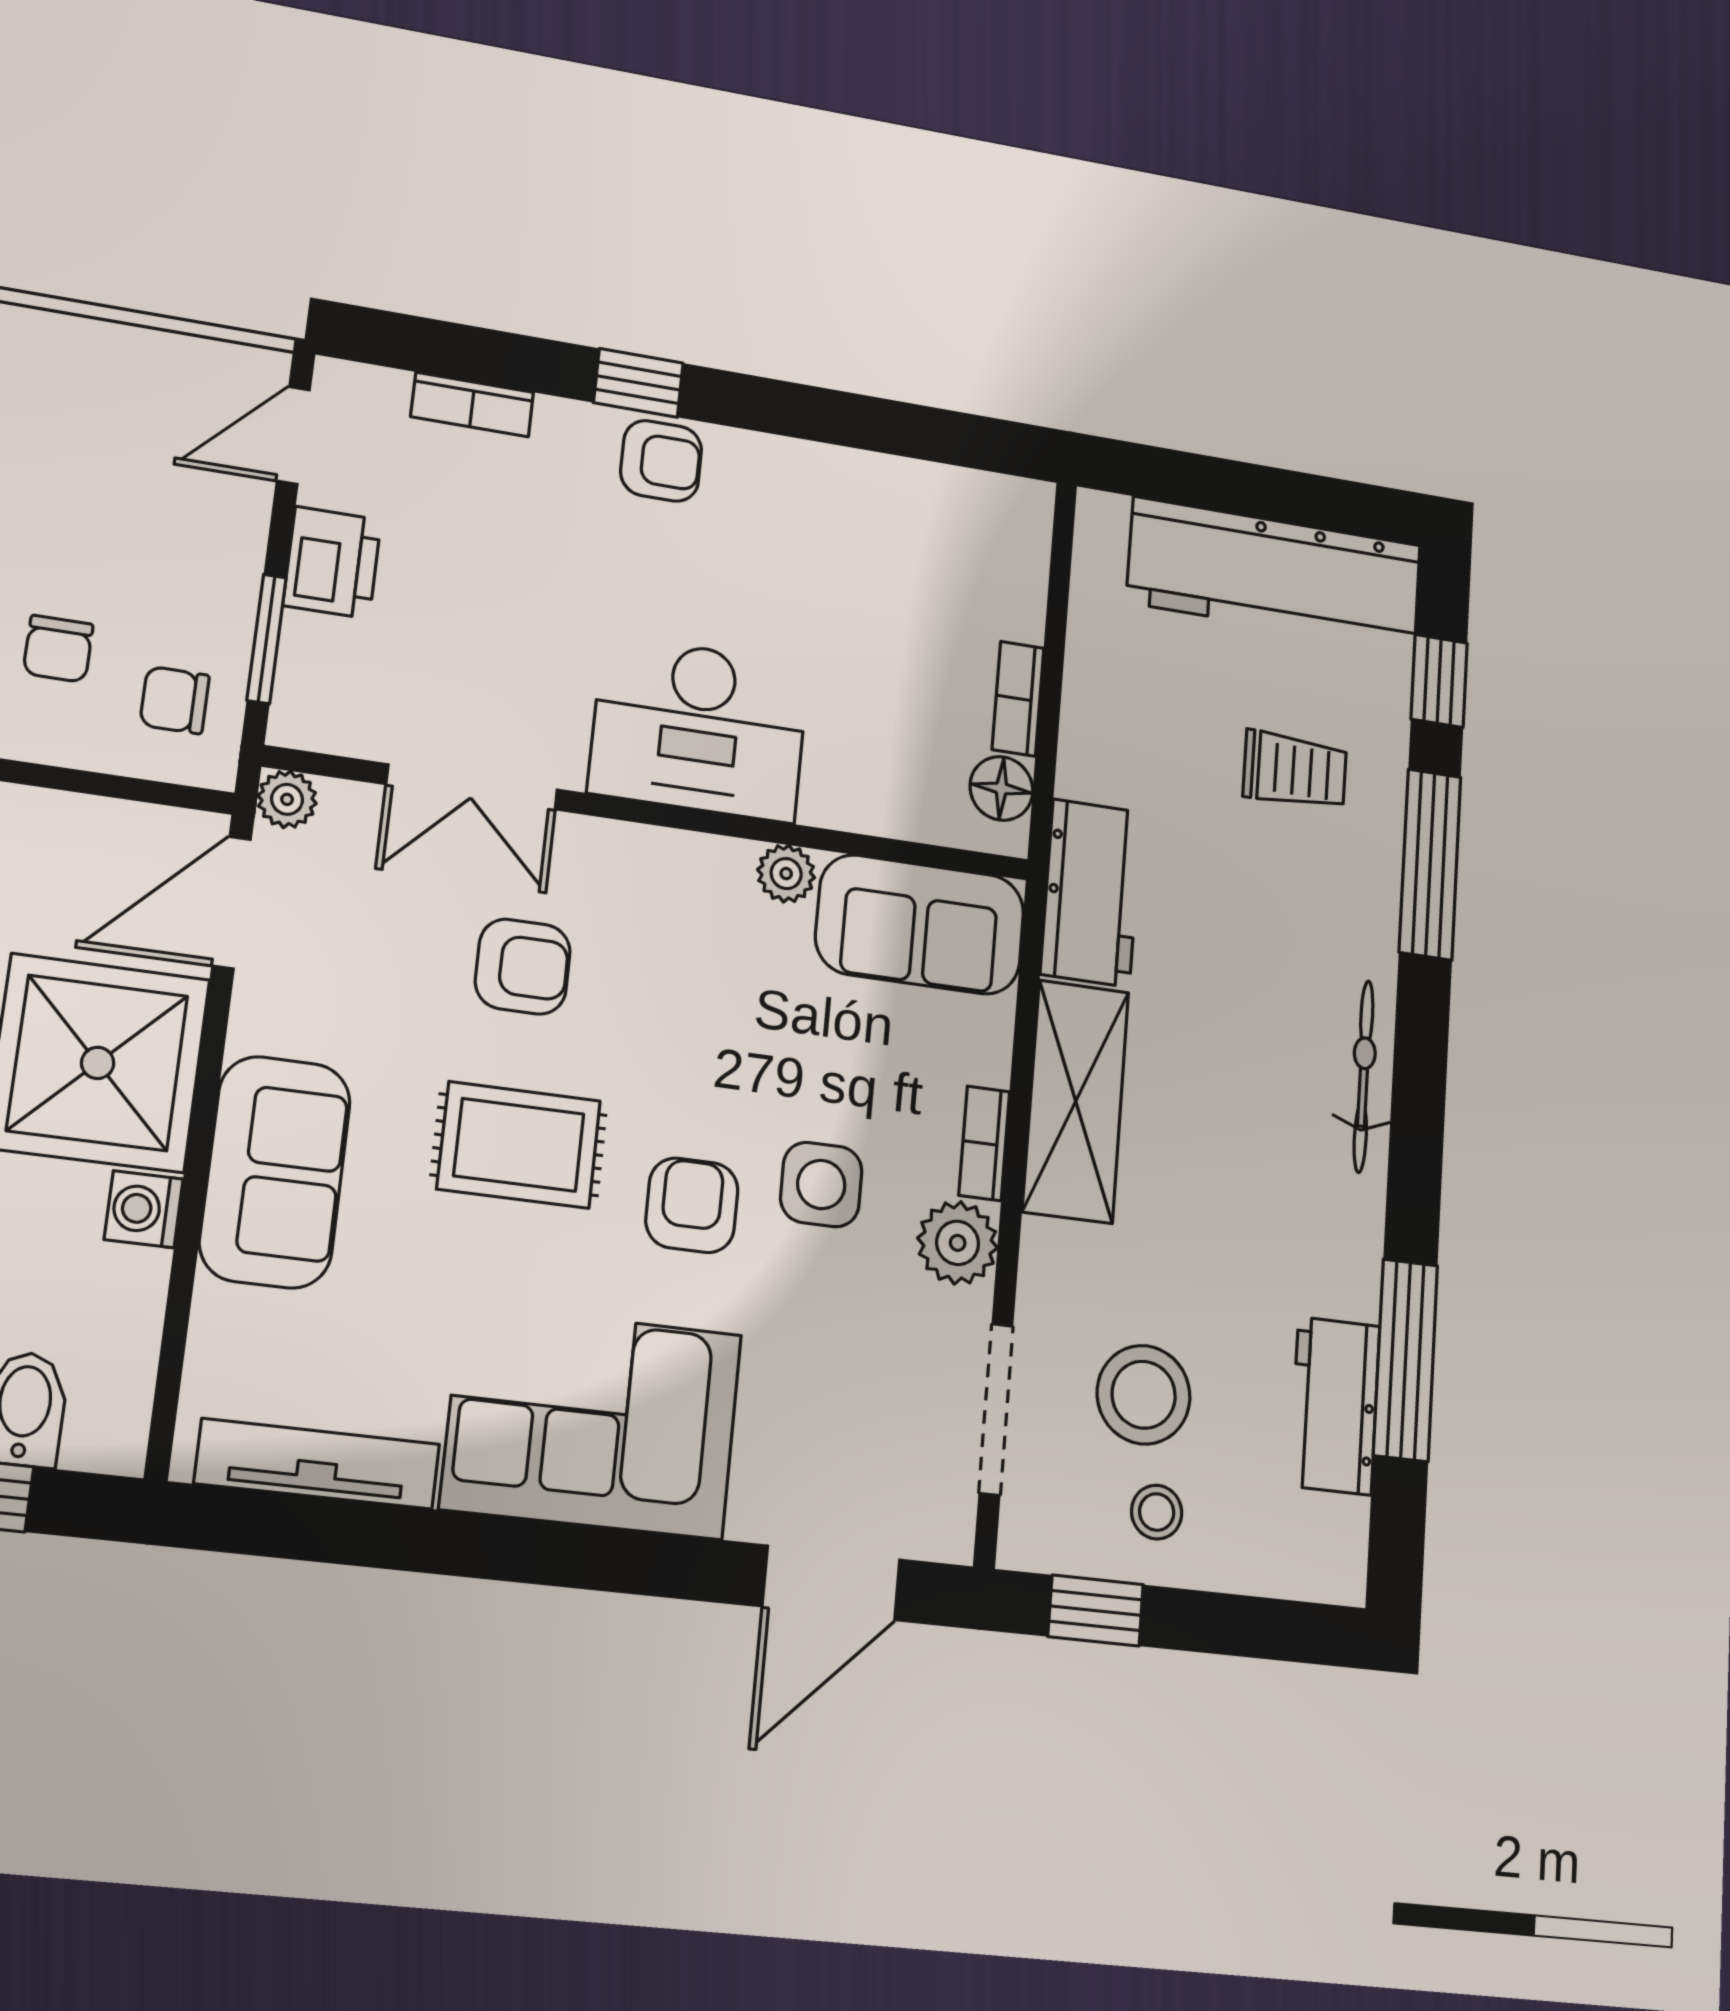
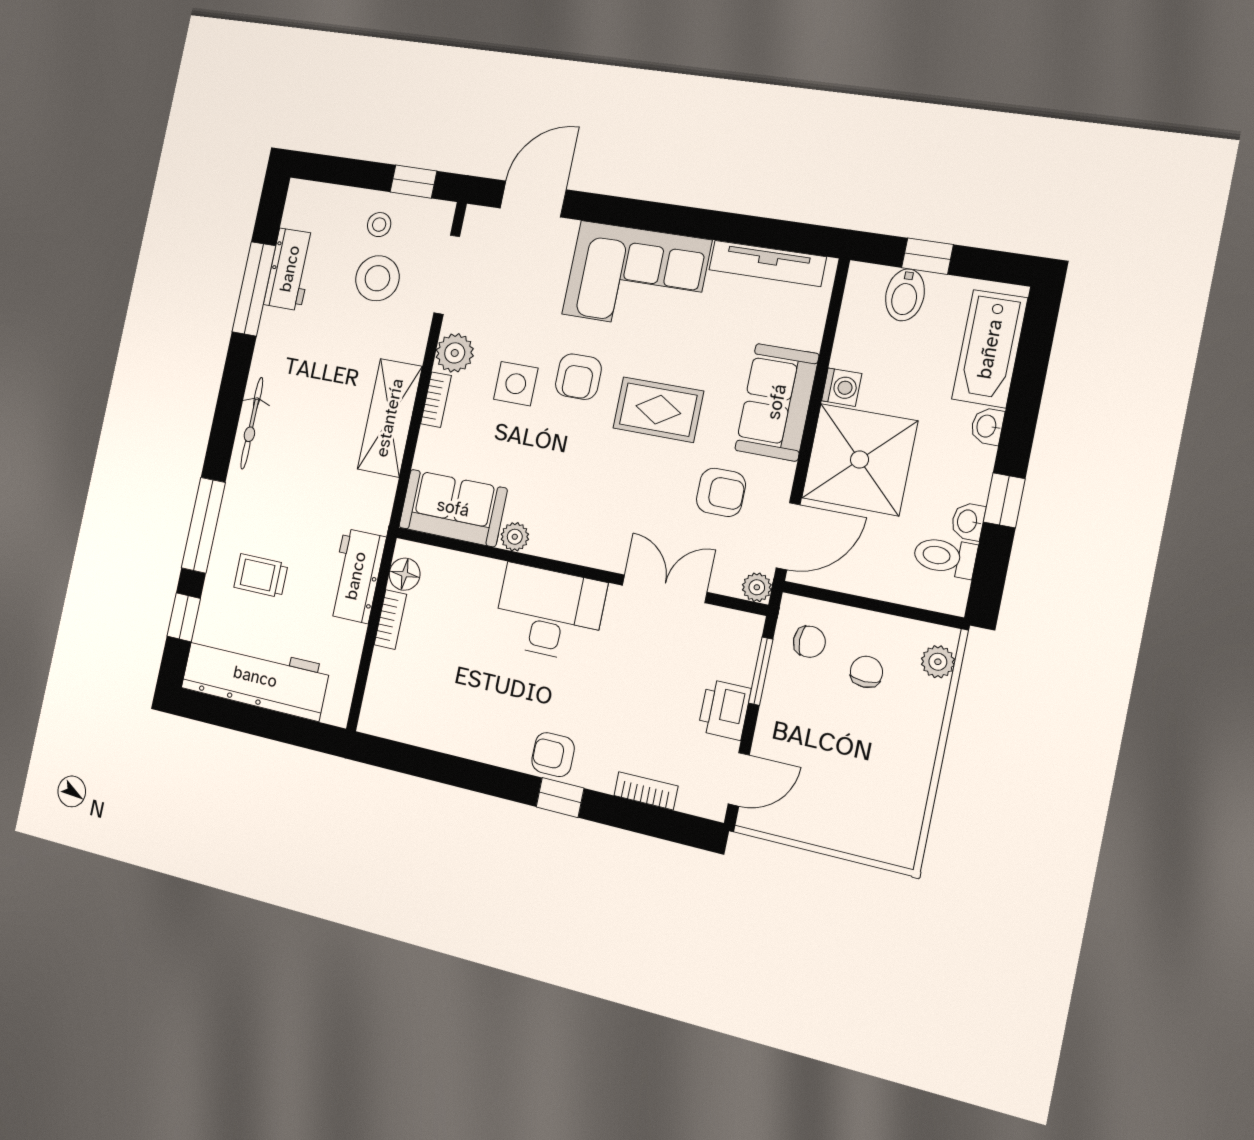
workbench: (1091, 893) -> (356, 576), moved
armchair: (523, 967) -> (721, 492), moved, turned 180

